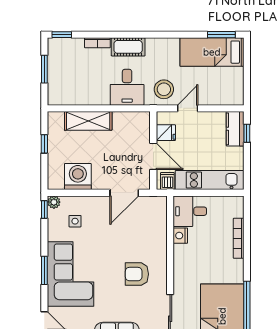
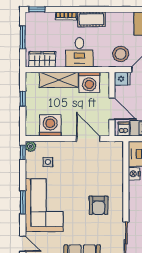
desk: (127, 87) -> (79, 52), moved
wardrobe: (68, 96) -> (42, 59), added
washing machine: (126, 124) -> (89, 82), added
fridge: (166, 133) -> (122, 79), moved
door: (124, 193) -> (88, 139), swing flipped
armchair: (137, 274) -> (99, 205), turned -90

